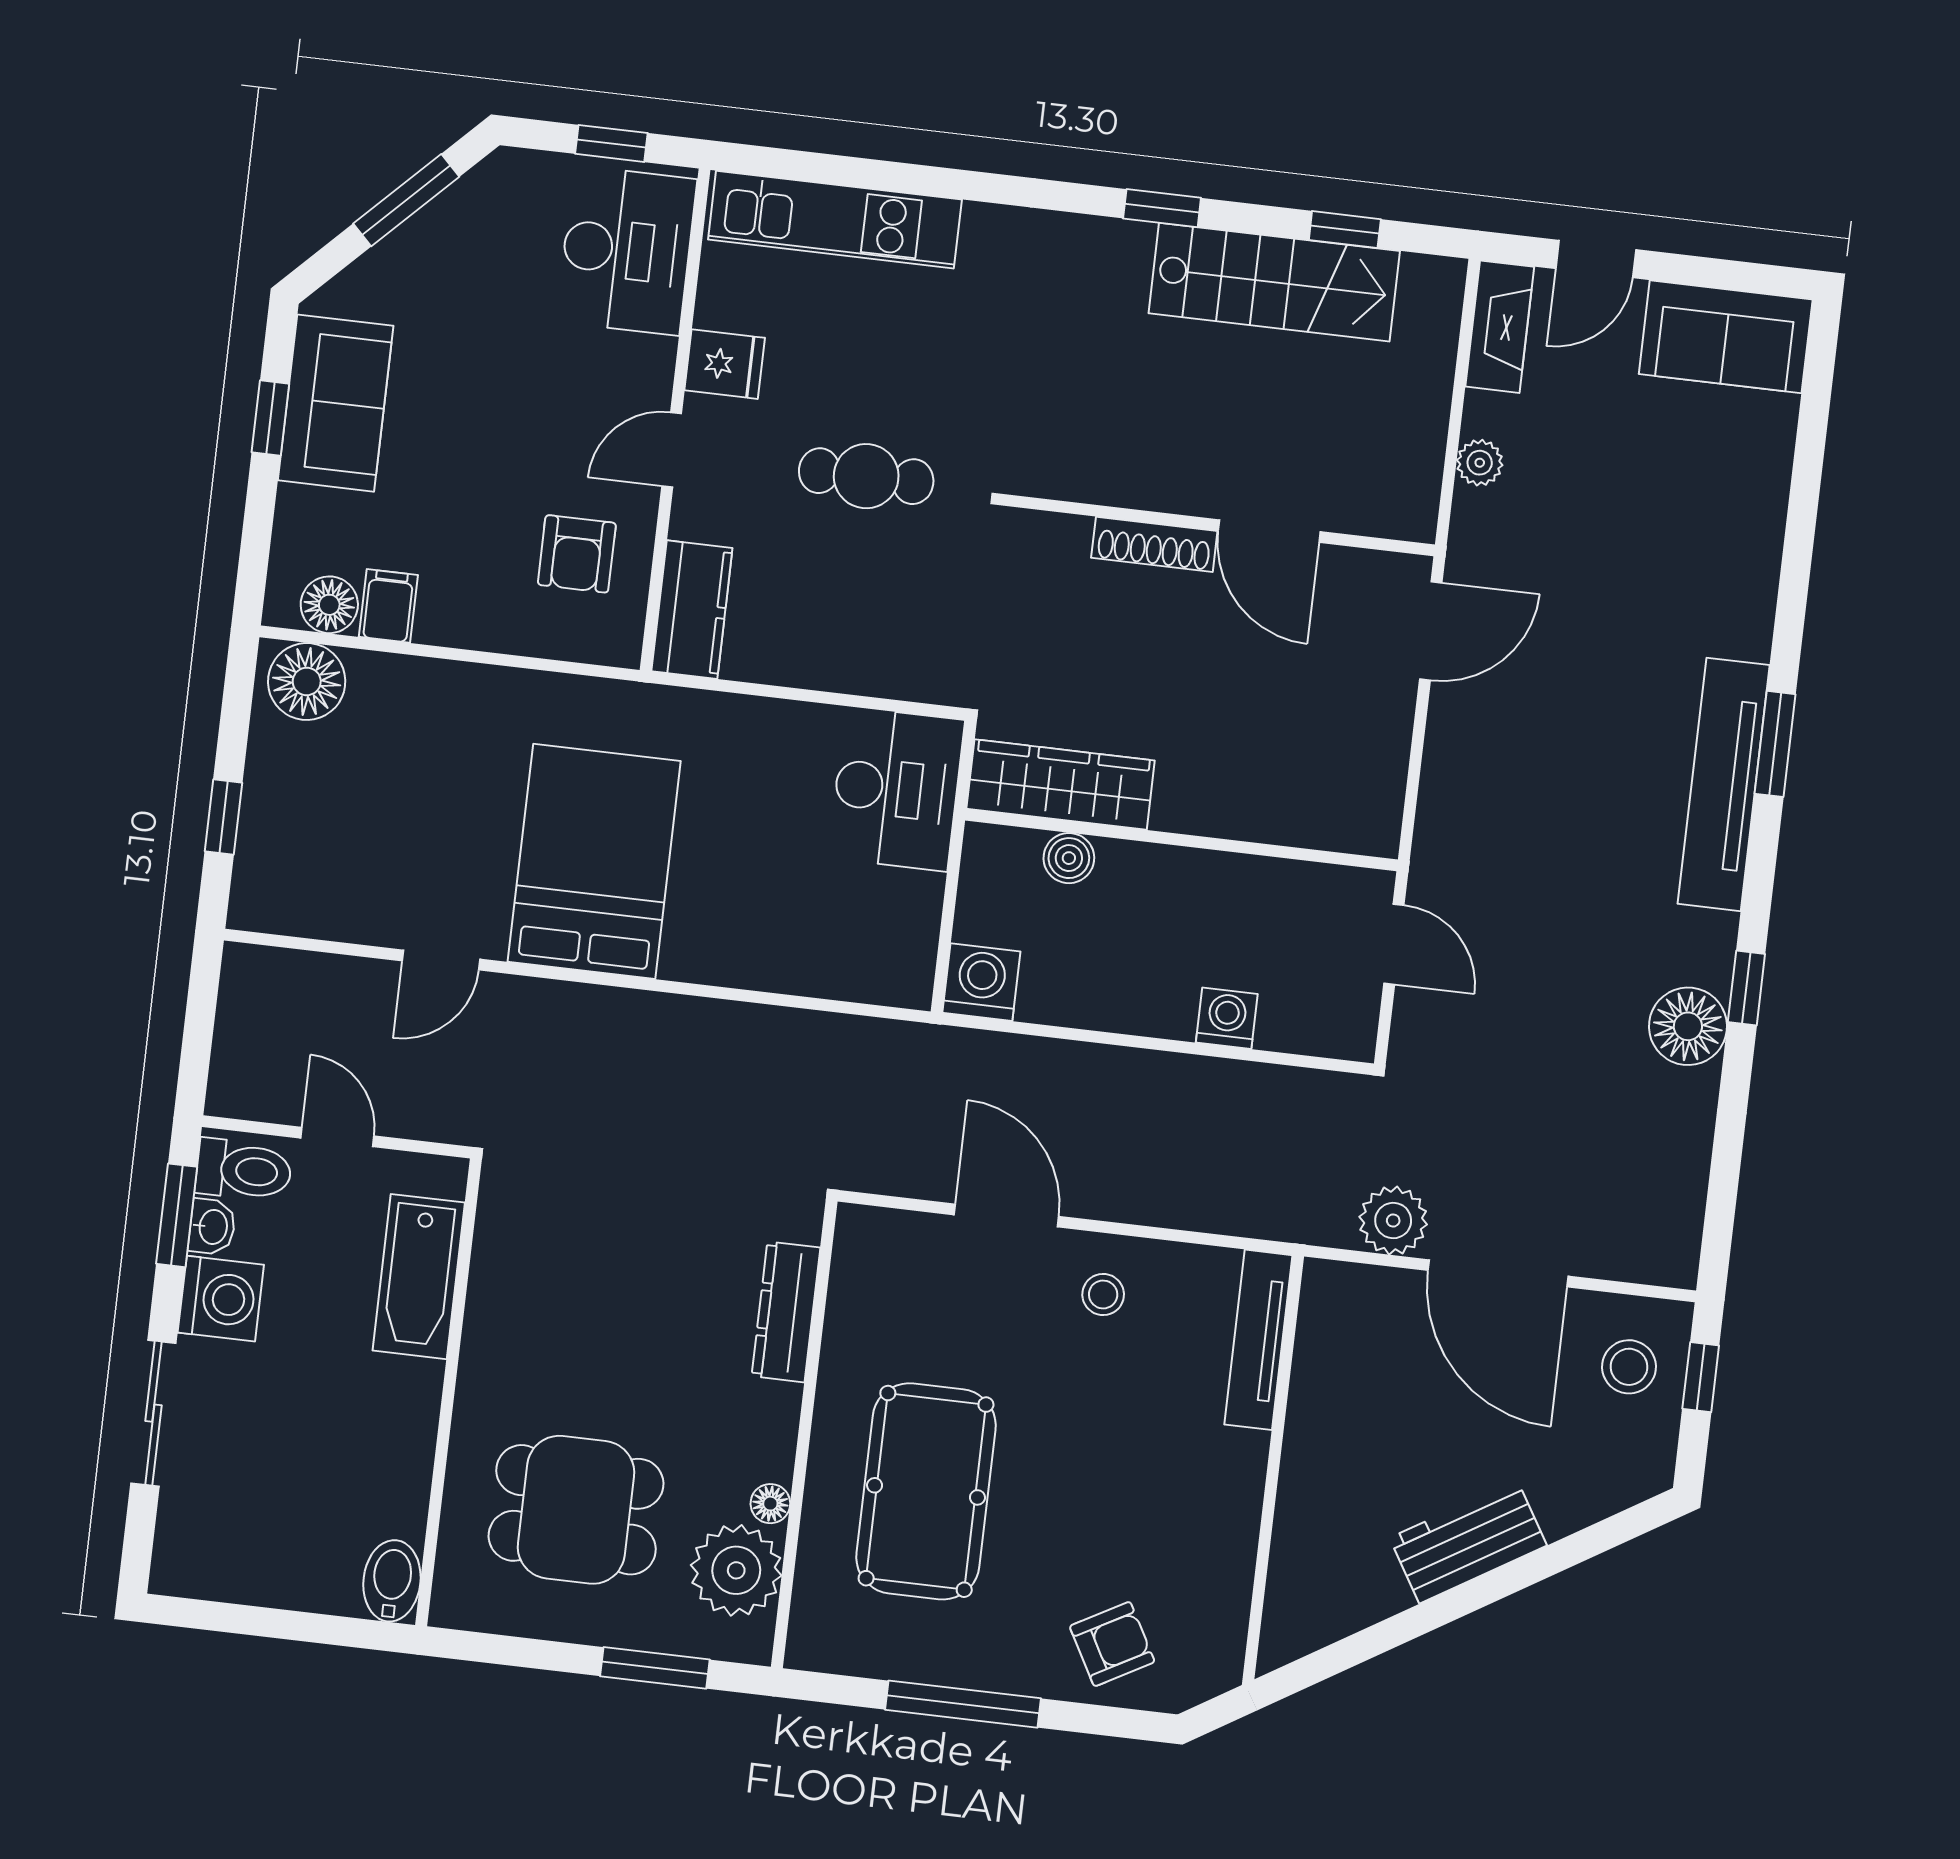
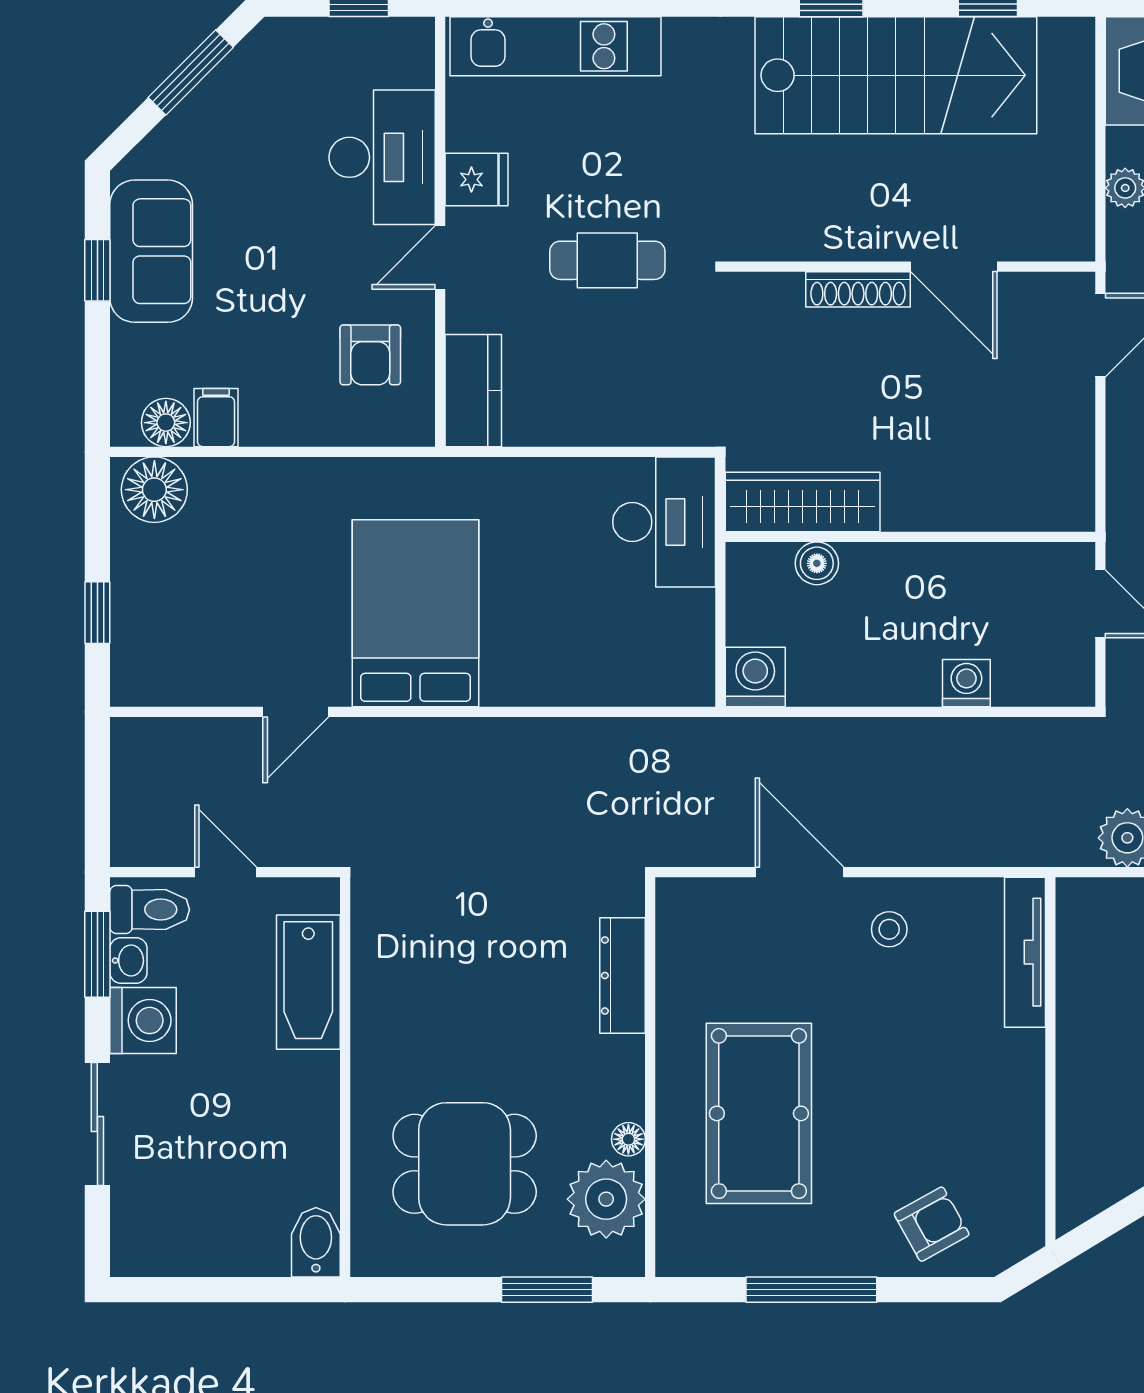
desk: (627, 250) -> (382, 157), moved
stairs: (1274, 282) -> (896, 75), width x1.36, depth x1.51

